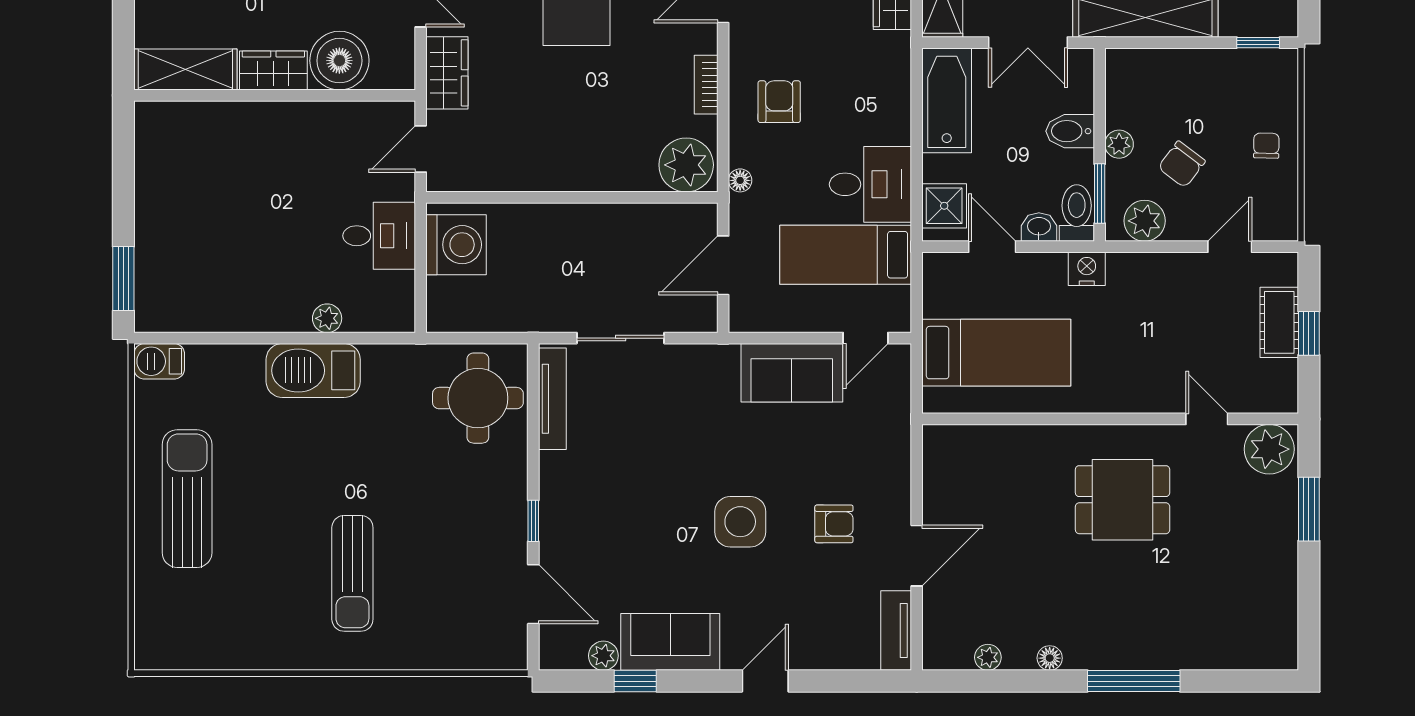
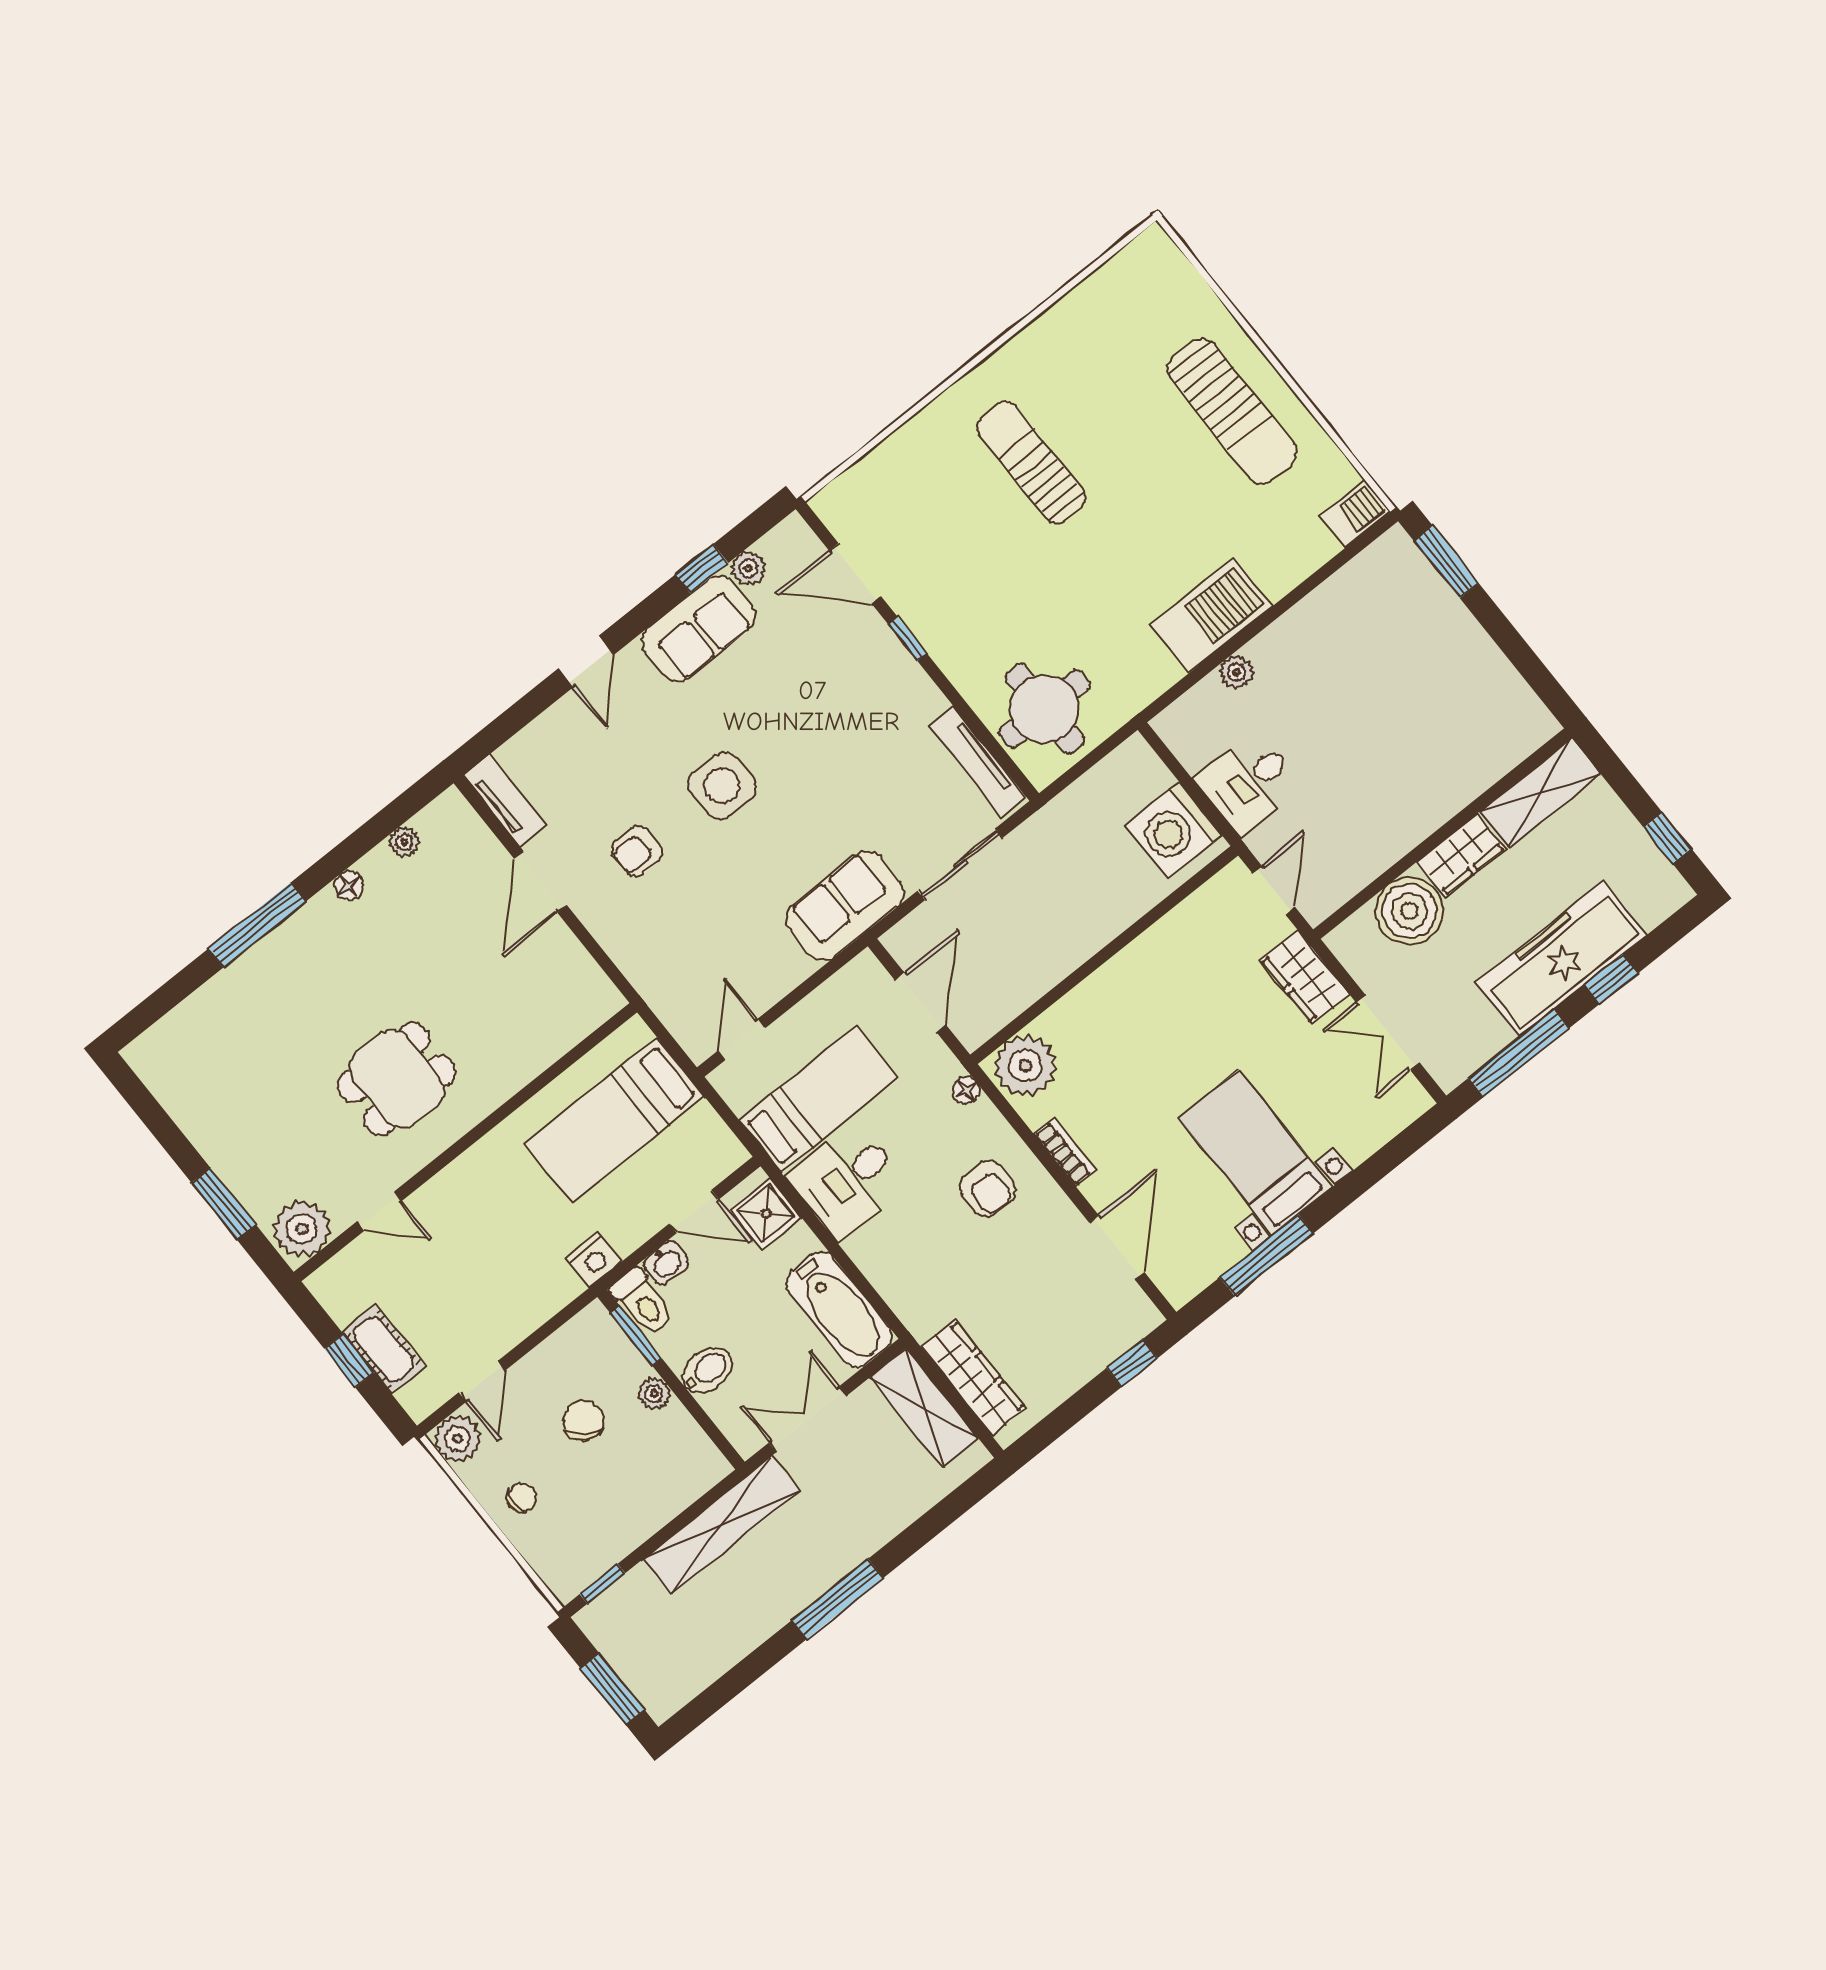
chair: (1266, 146) -> (522, 1498), turned -91
plant: (1145, 221) -> (458, 1439), moved
sofa: (792, 373) -> (845, 906), moved

